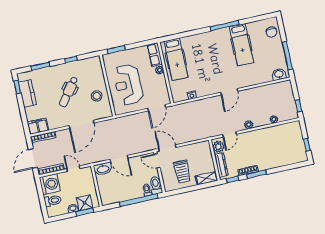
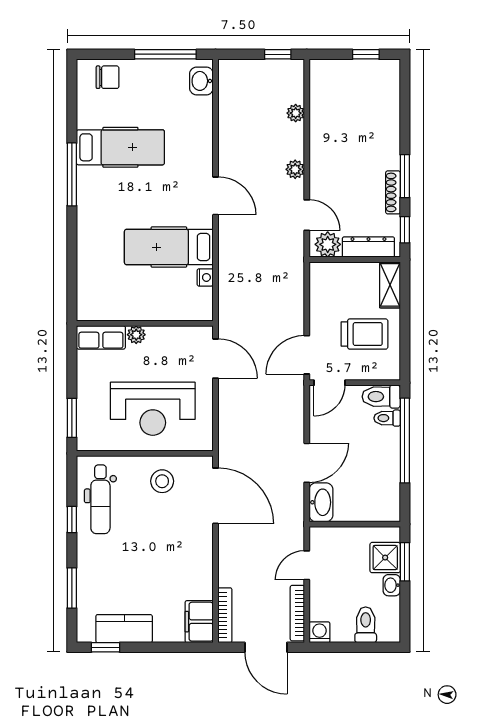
hospital bed: (176, 59) -> (169, 247), moved, turned 180
dental chair: (68, 92) -> (100, 499), moved, turned 53
door: (81, 124) -> (216, 496), moved
washing machine: (50, 184) -> (319, 632), width x0.53, depth x0.53

